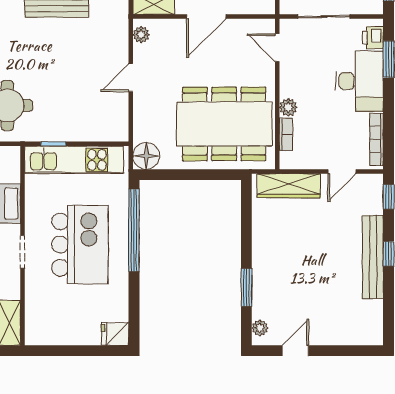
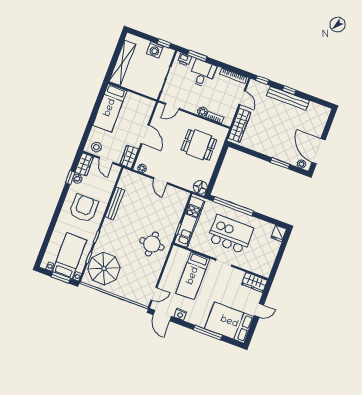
desk: (359, 81) -> (203, 73), width x0.73
dining table: (224, 124) -> (199, 145), width x0.53, depth x0.80
door: (295, 351) -> (319, 151), width x1.88

